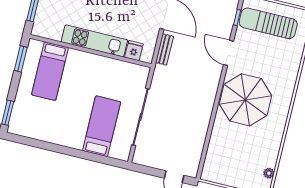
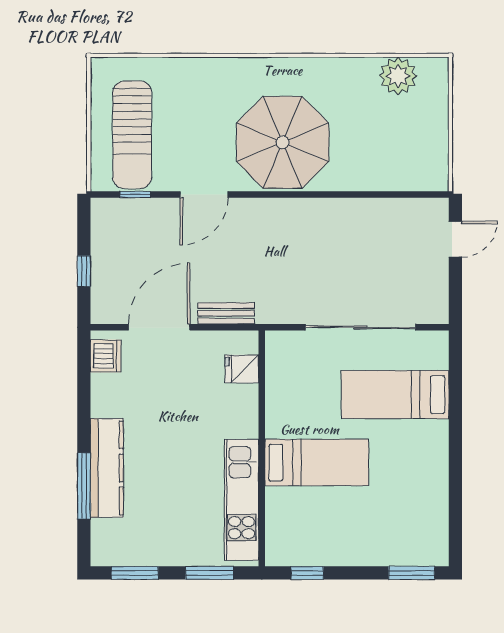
kitchen unit: (94, 41) -> (242, 500), moved
window: (21, 59) -> (307, 573), width x0.67
bed: (50, 71) -> (317, 463), moved
plant: (269, 173) -> (398, 76), width x1.88, depth x1.88

